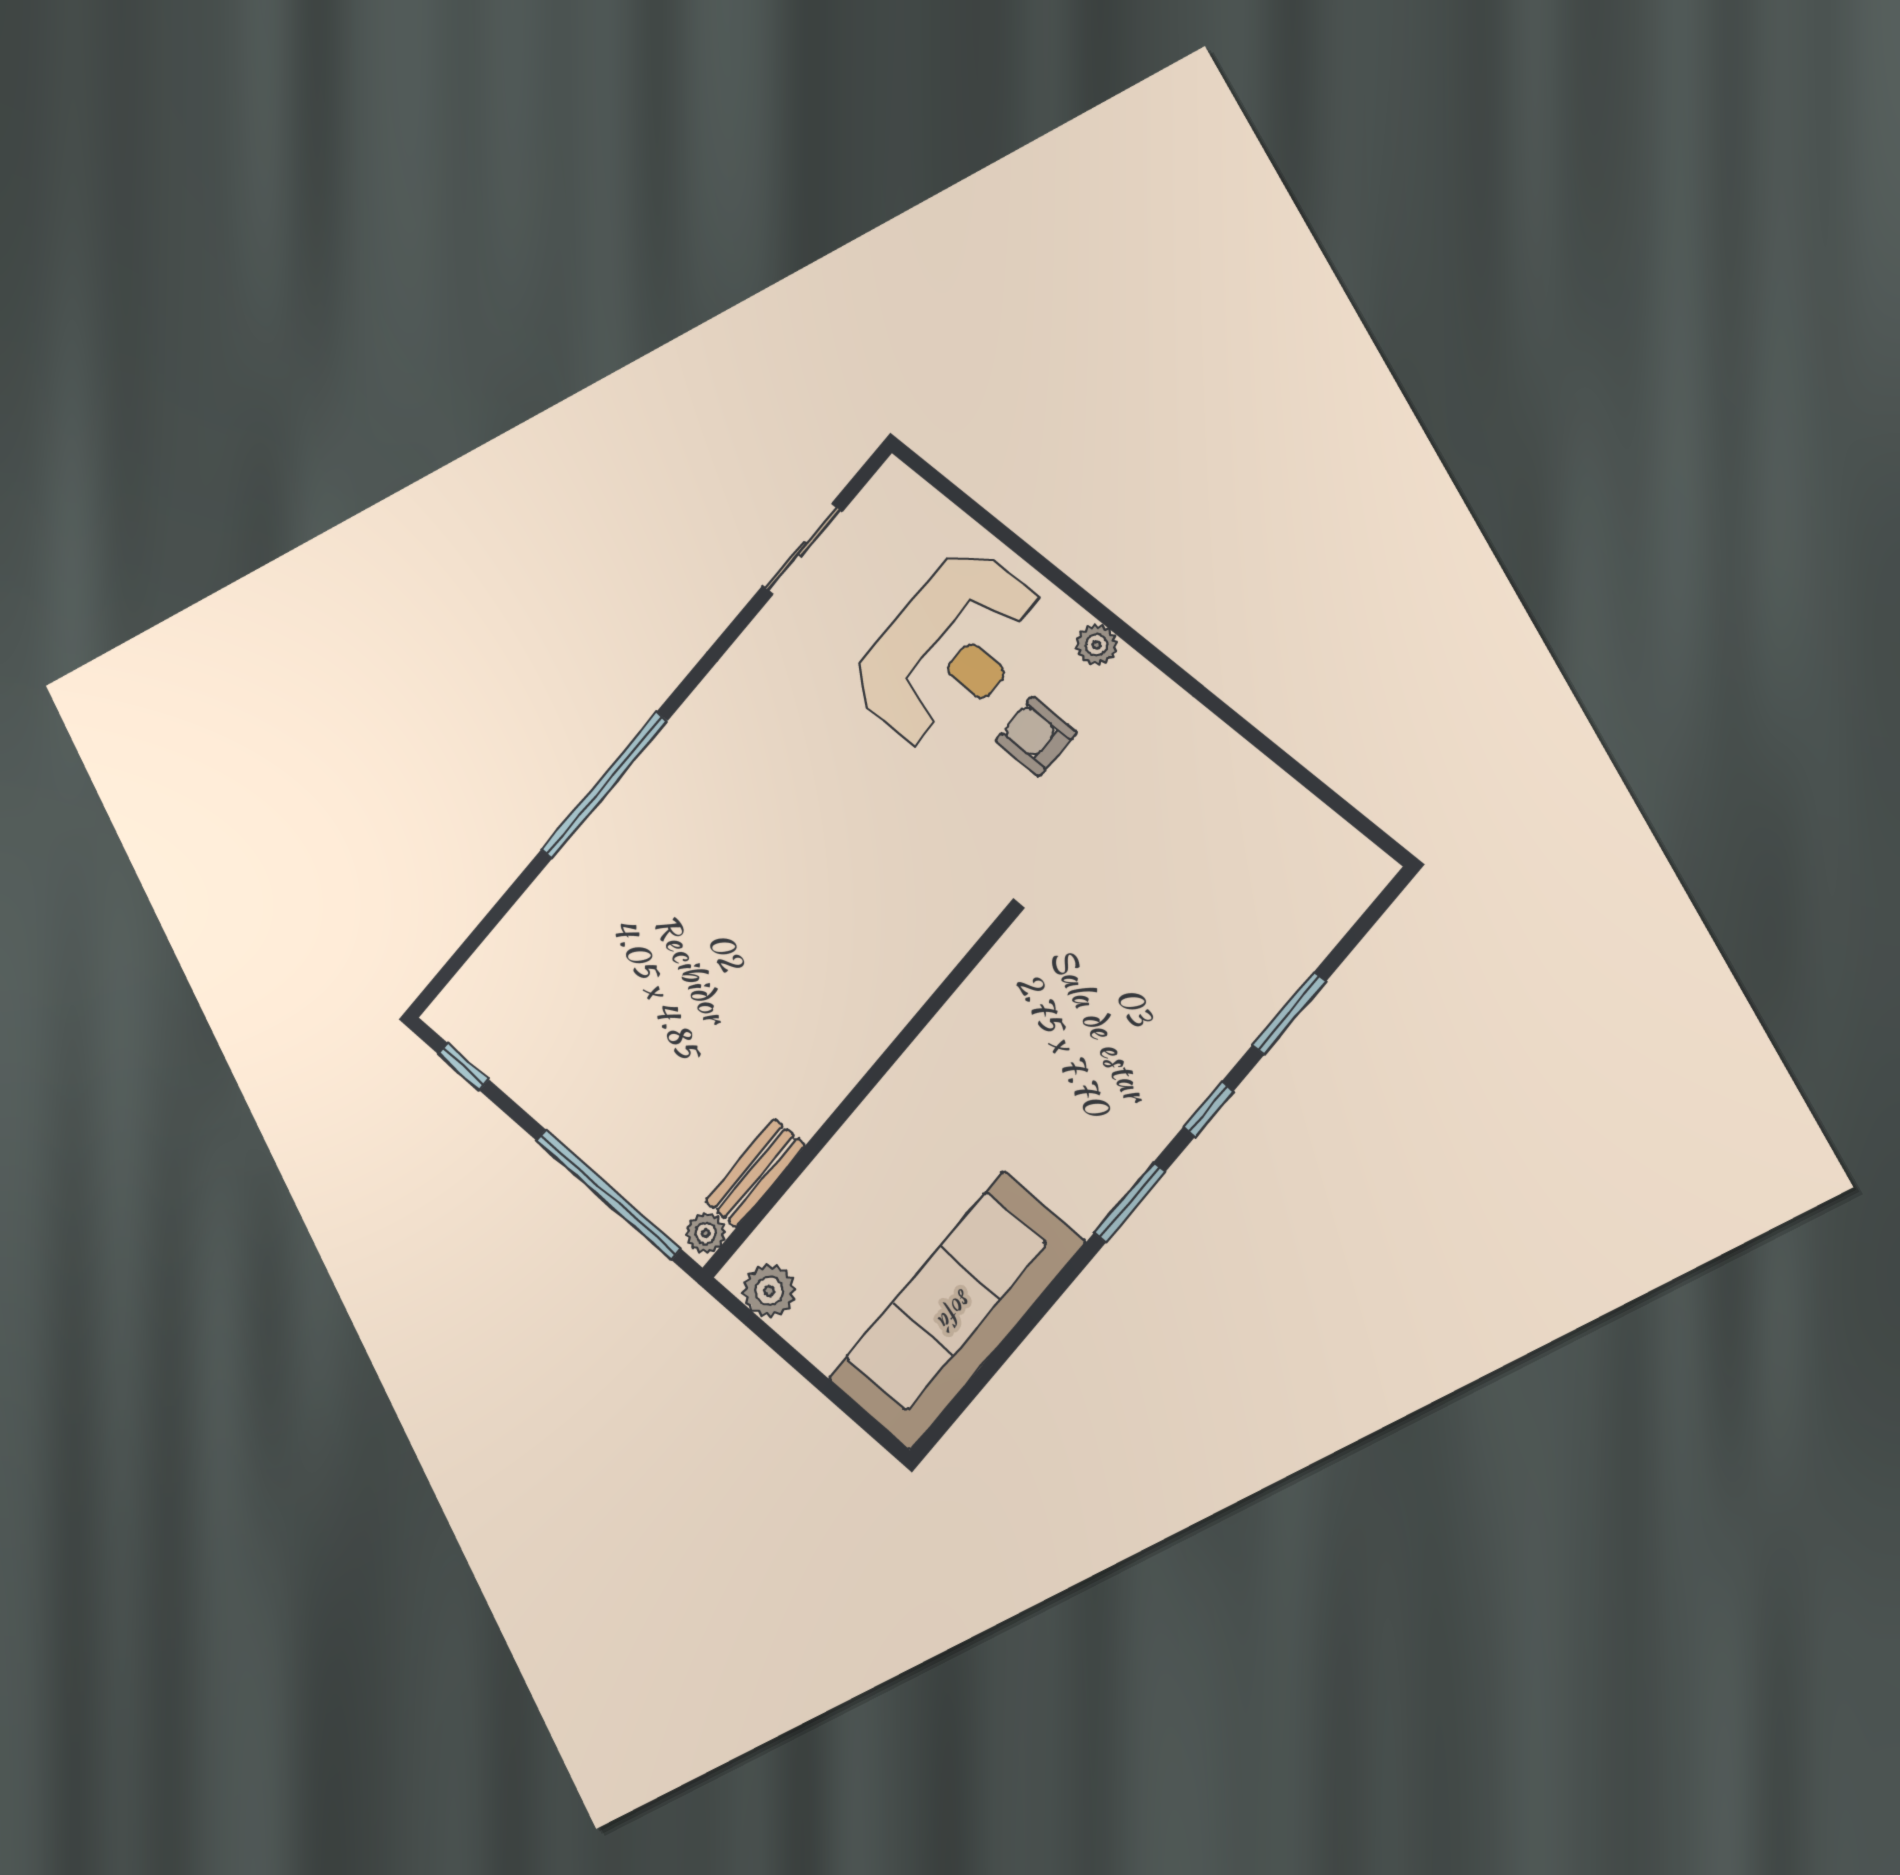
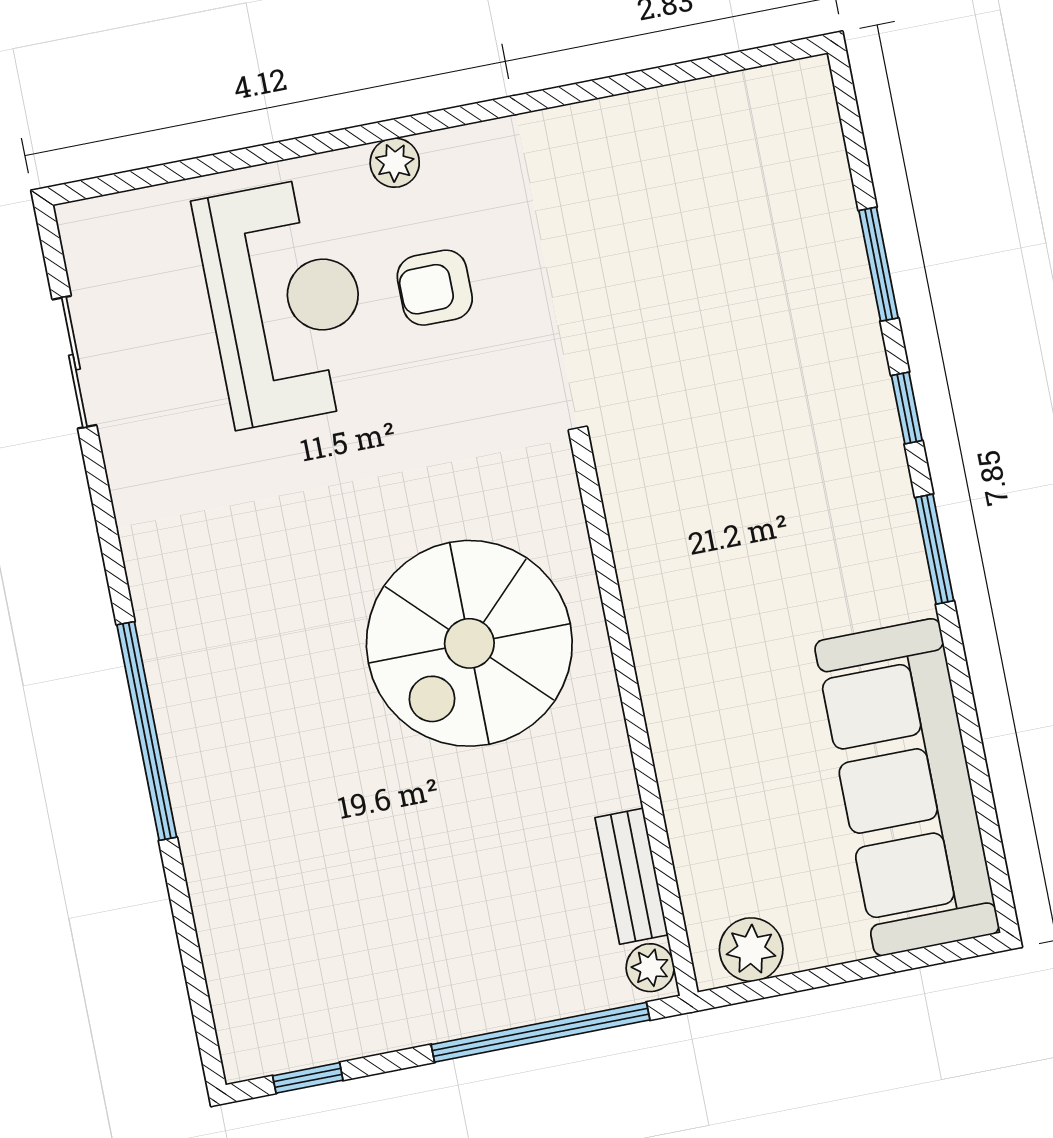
spiral stairs: (823, 945) -> (469, 643), added

